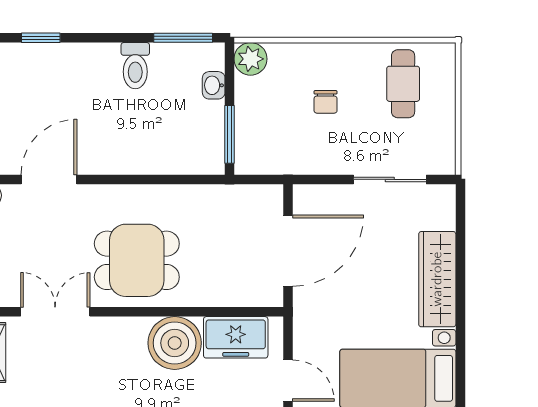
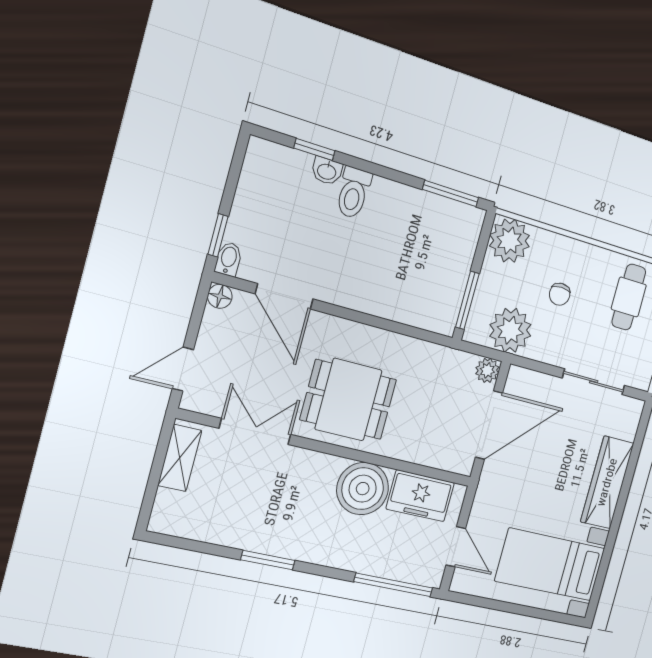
plant: (251, 59) -> (509, 241), width x1.36, depth x1.36
toilet: (135, 66) -> (353, 193), moved
washbasin: (214, 85) -> (327, 171), moved, turned -90
plant: (283, 151) -> (510, 330), added
door: (49, 179) -> (284, 296), swing flipped
plant: (270, 197) -> (487, 370), added

